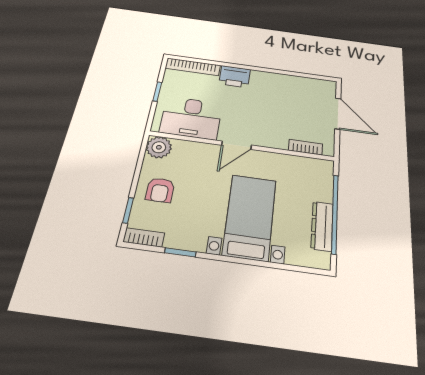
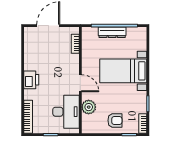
printer: (235, 77) -> (31, 80), moved
plant: (159, 147) -> (89, 107), moved
dresser: (322, 226) -> (112, 32), moved

